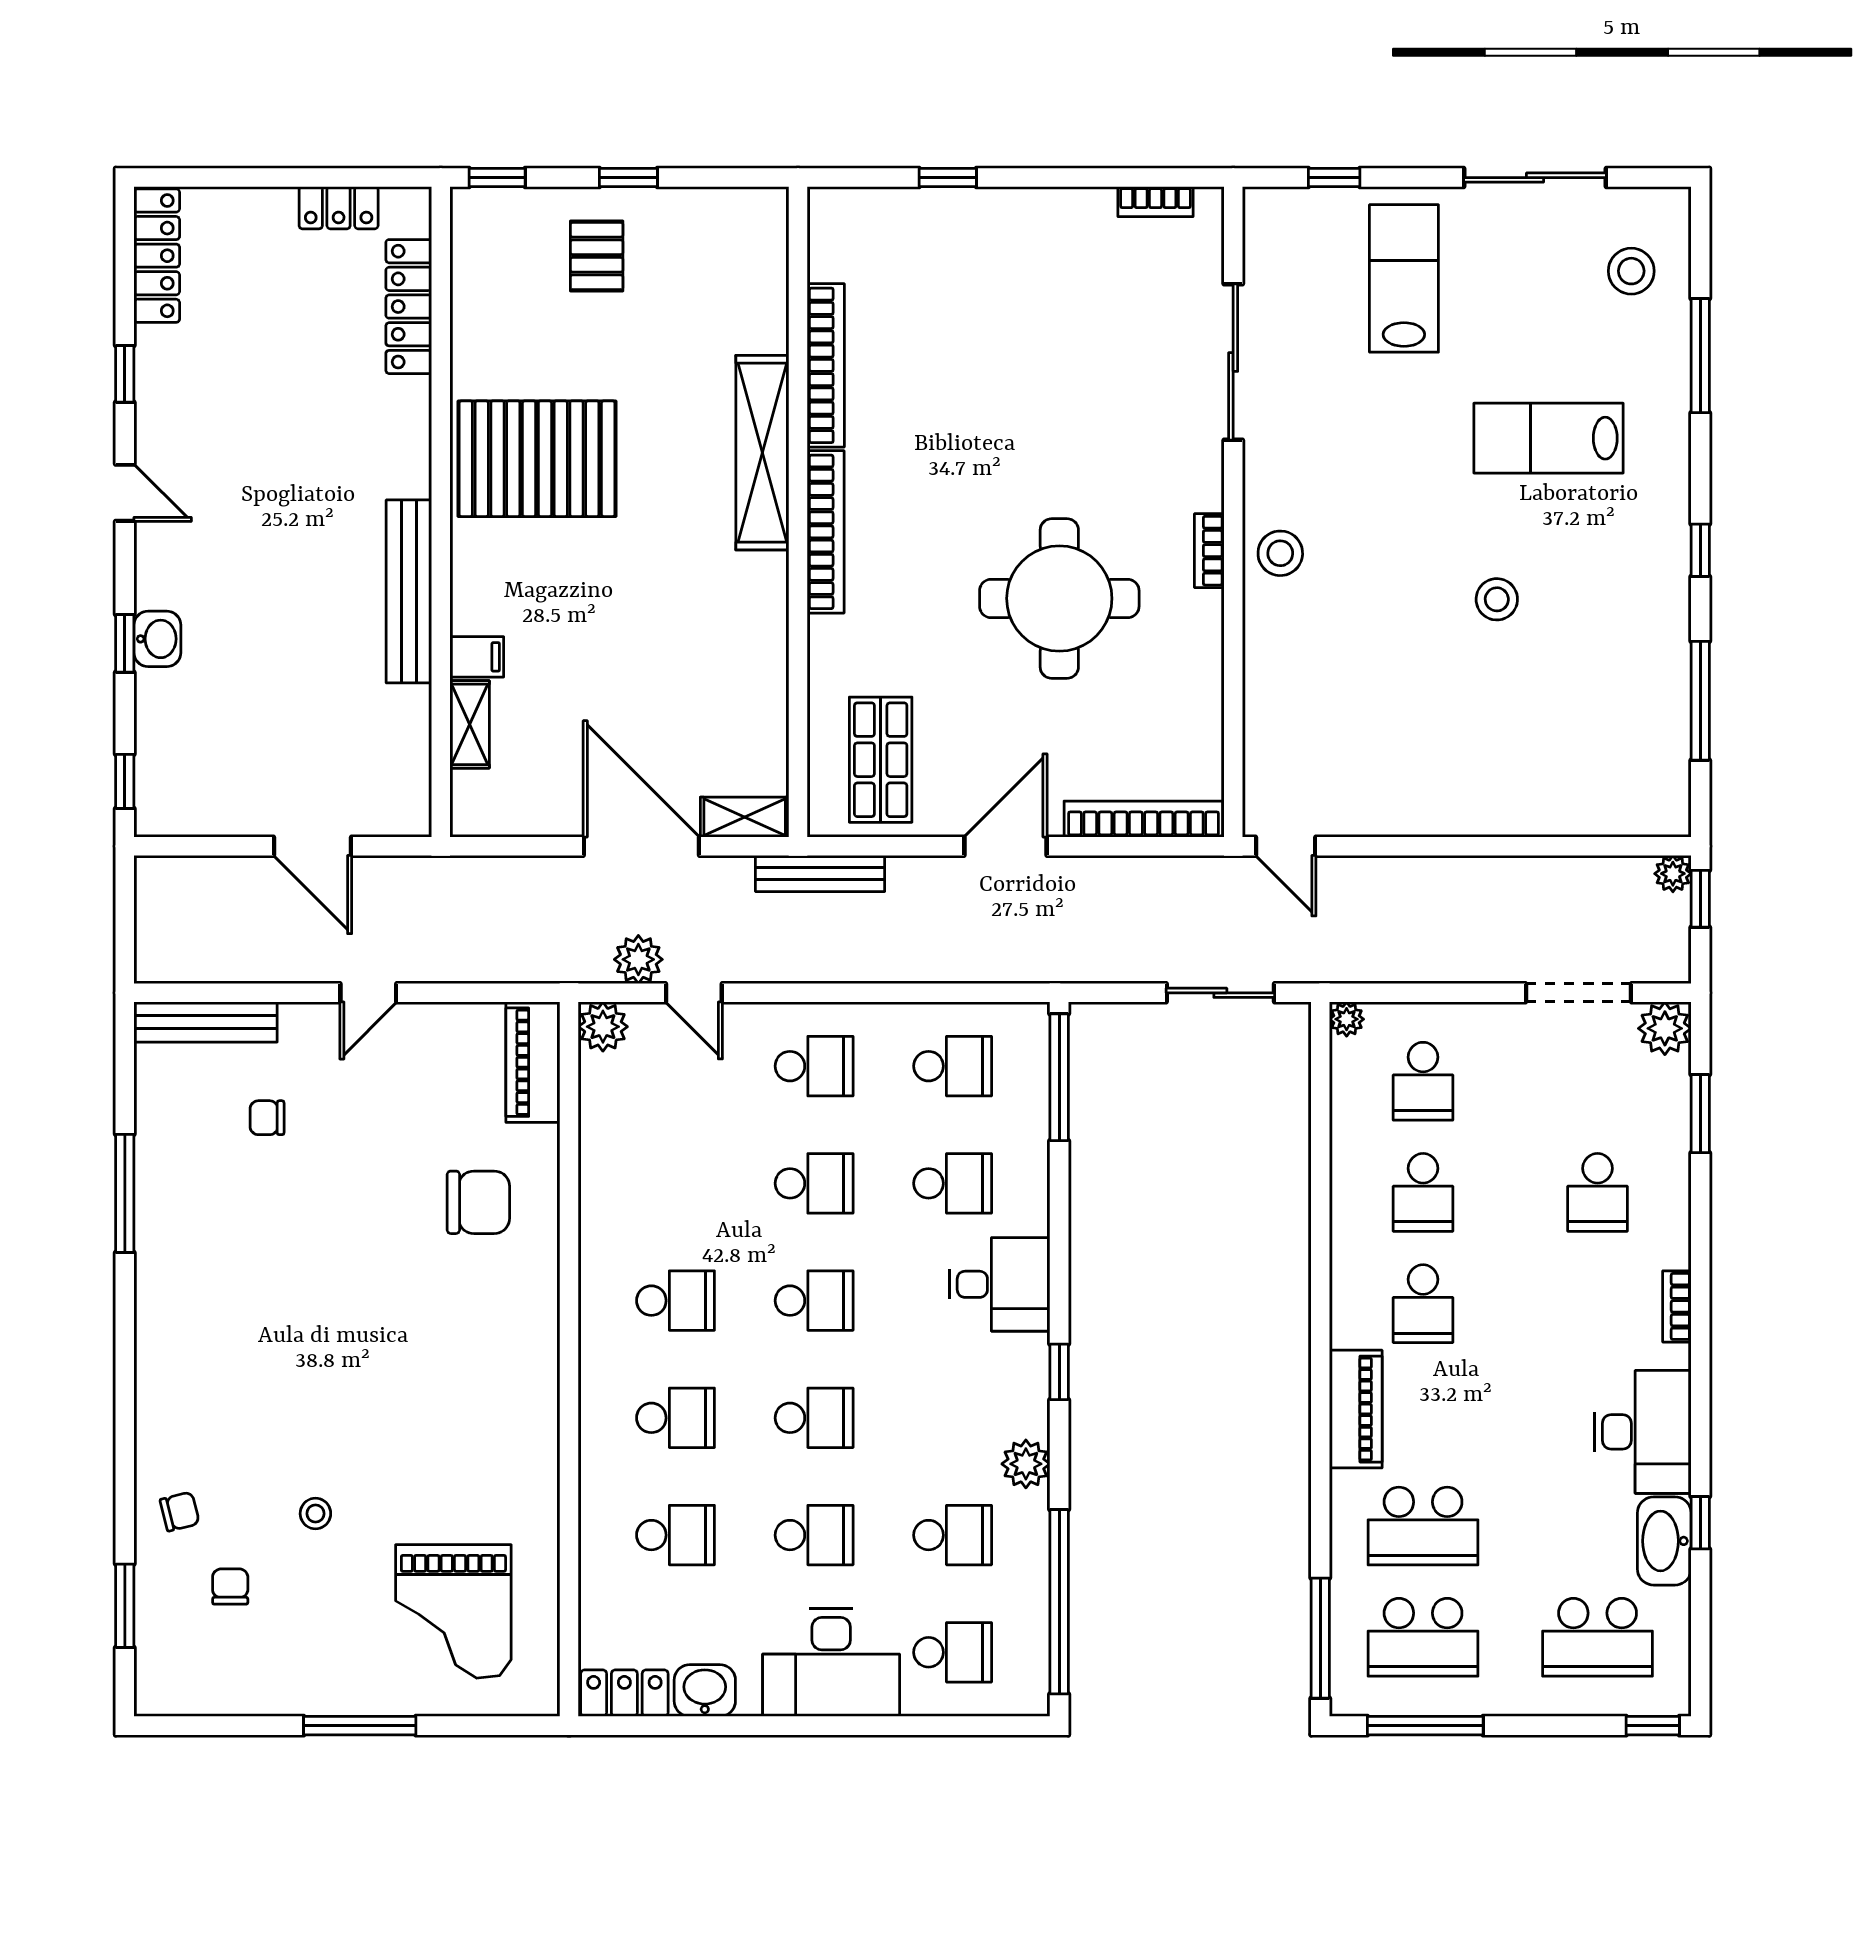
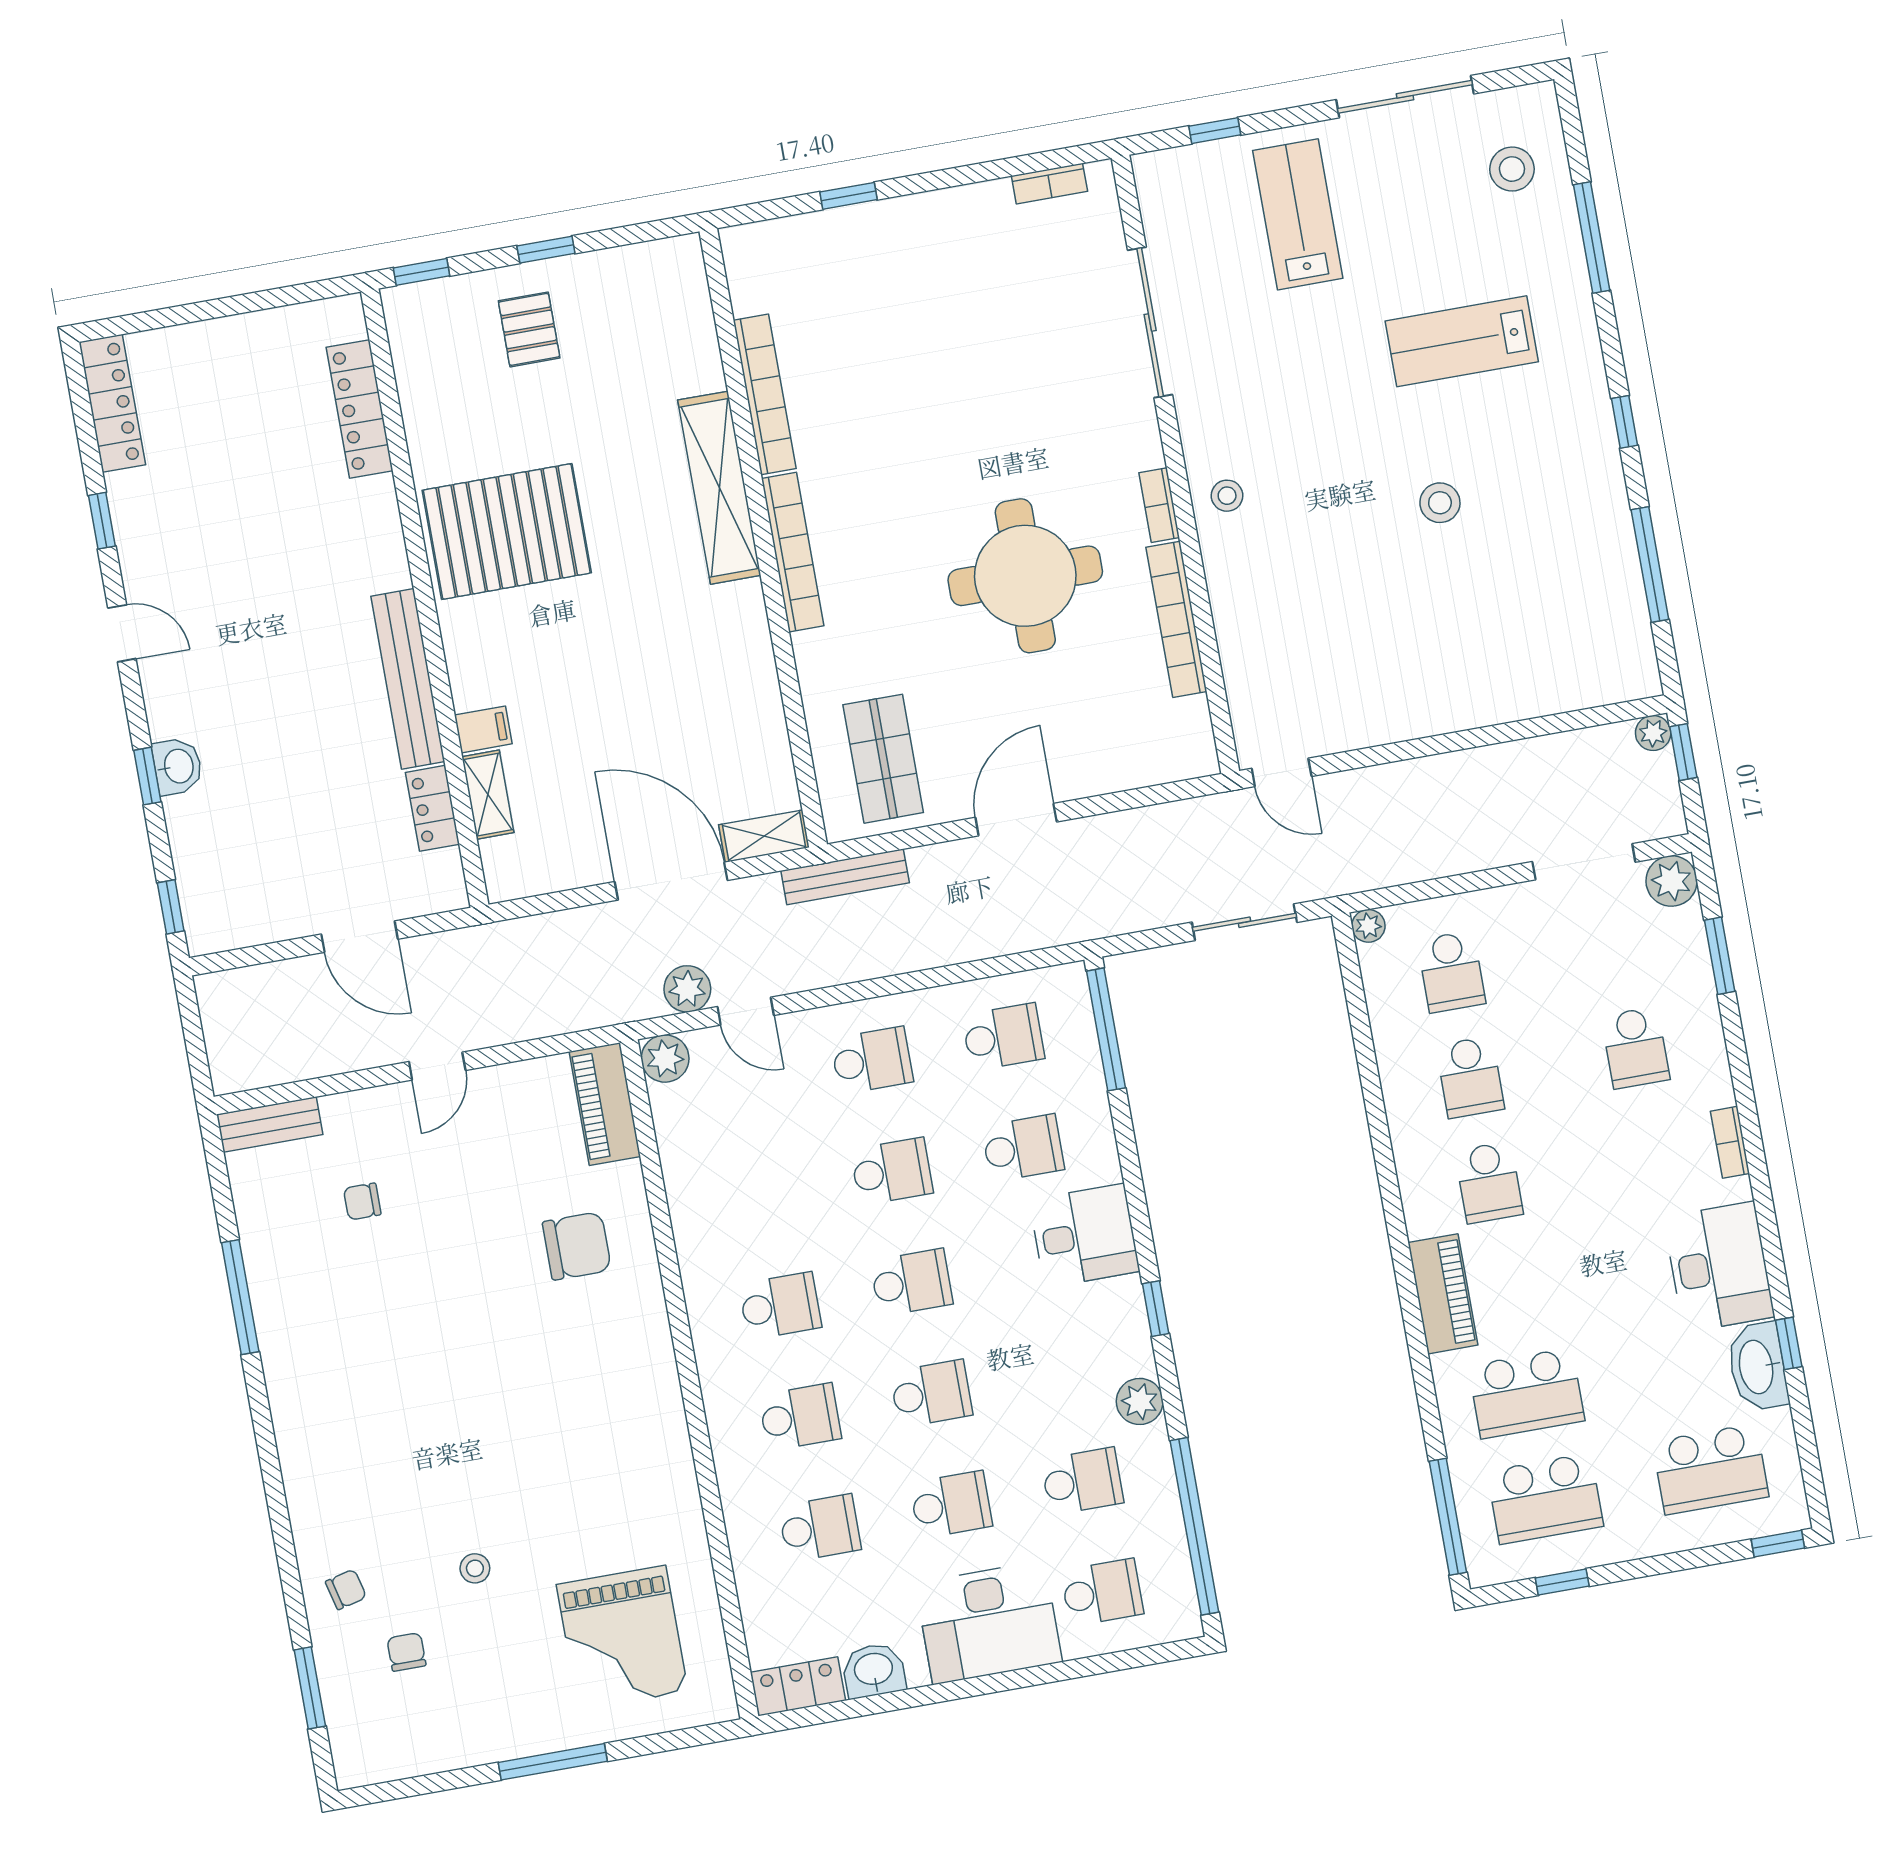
locker: (339, 208) -> (432, 808), moved, turned 90
stool: (1280, 553) -> (1227, 496), width x0.73, depth x0.73
bookcase: (1144, 819) -> (1176, 619), moved, turned -90
bench: (206, 1022) -> (270, 1124), width x0.73
window: (1425, 1726) -> (1562, 1582), width x0.46

